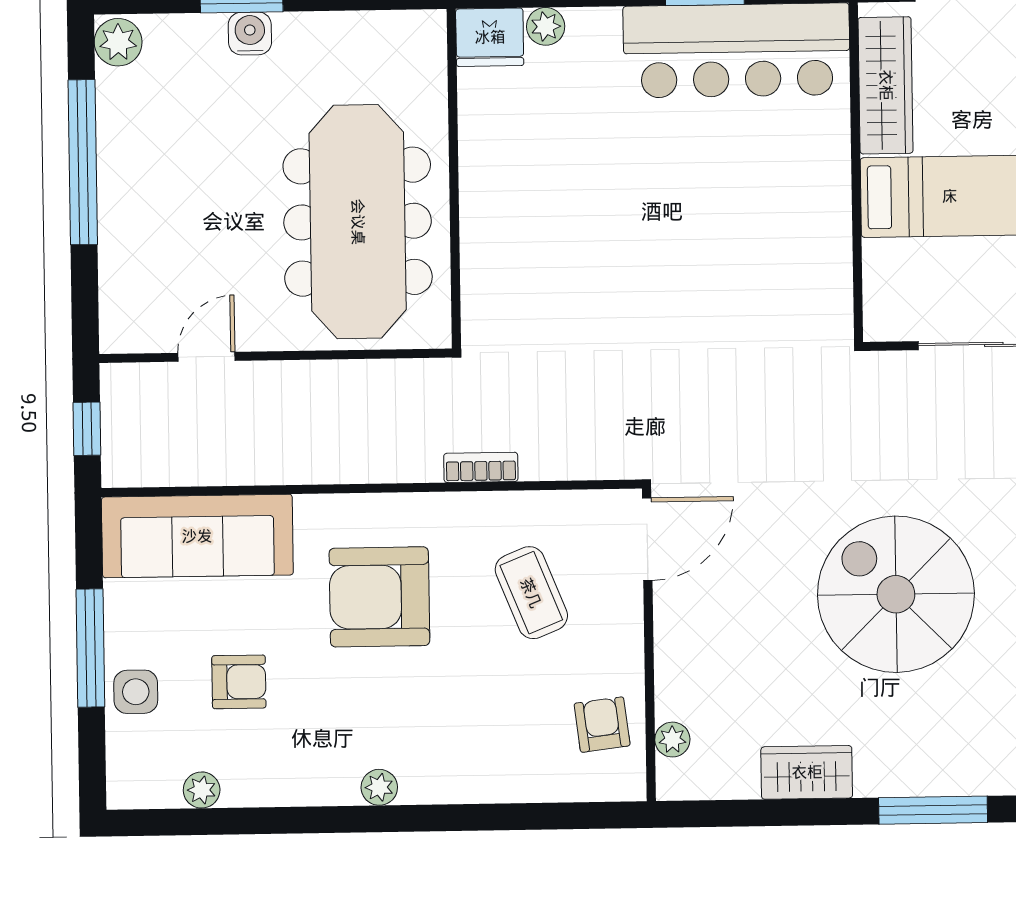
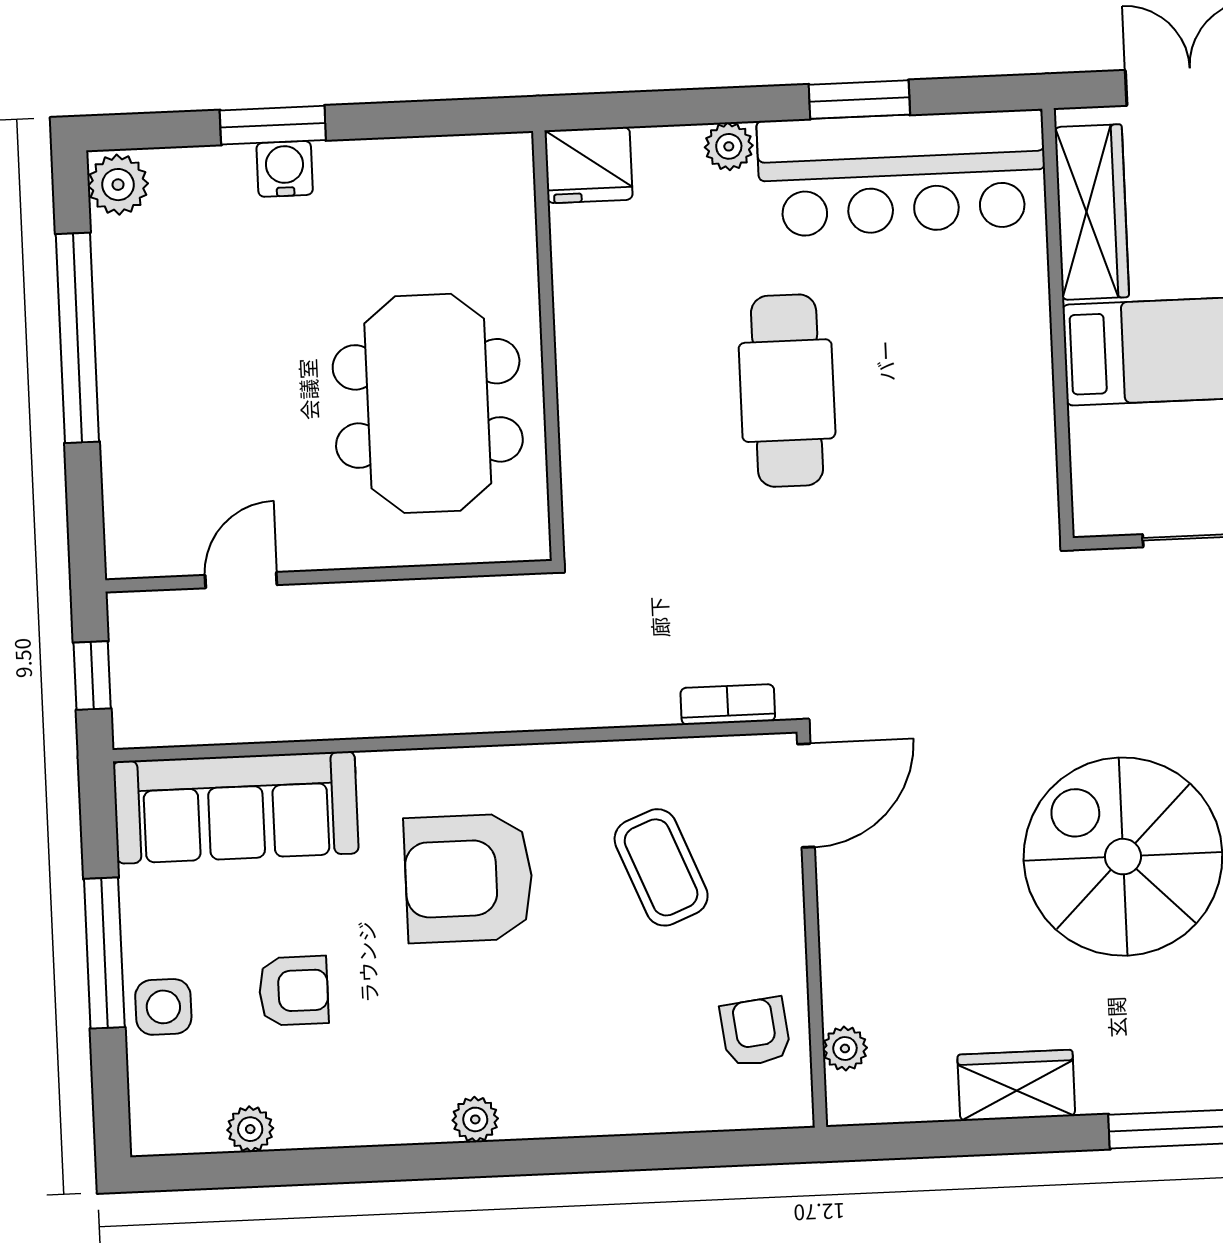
plant: (546, 26) -> (729, 146), moved
cafe table: (641, 219) -> (787, 391), added
meeting table: (358, 222) -> (428, 403), width x0.73
bookcase: (481, 467) -> (728, 705), moved

